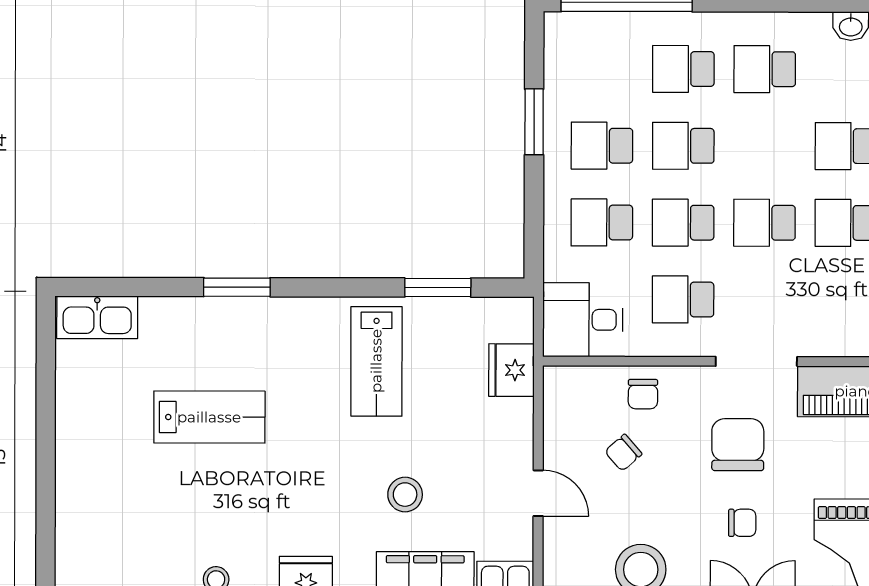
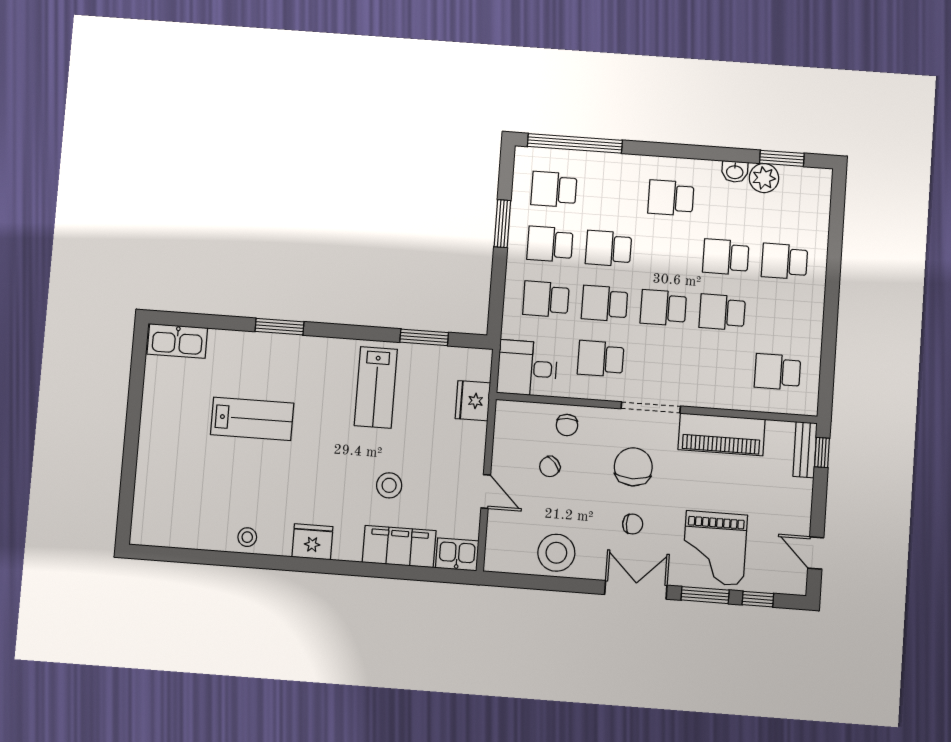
school desk: (683, 69) -> (554, 189), moved

